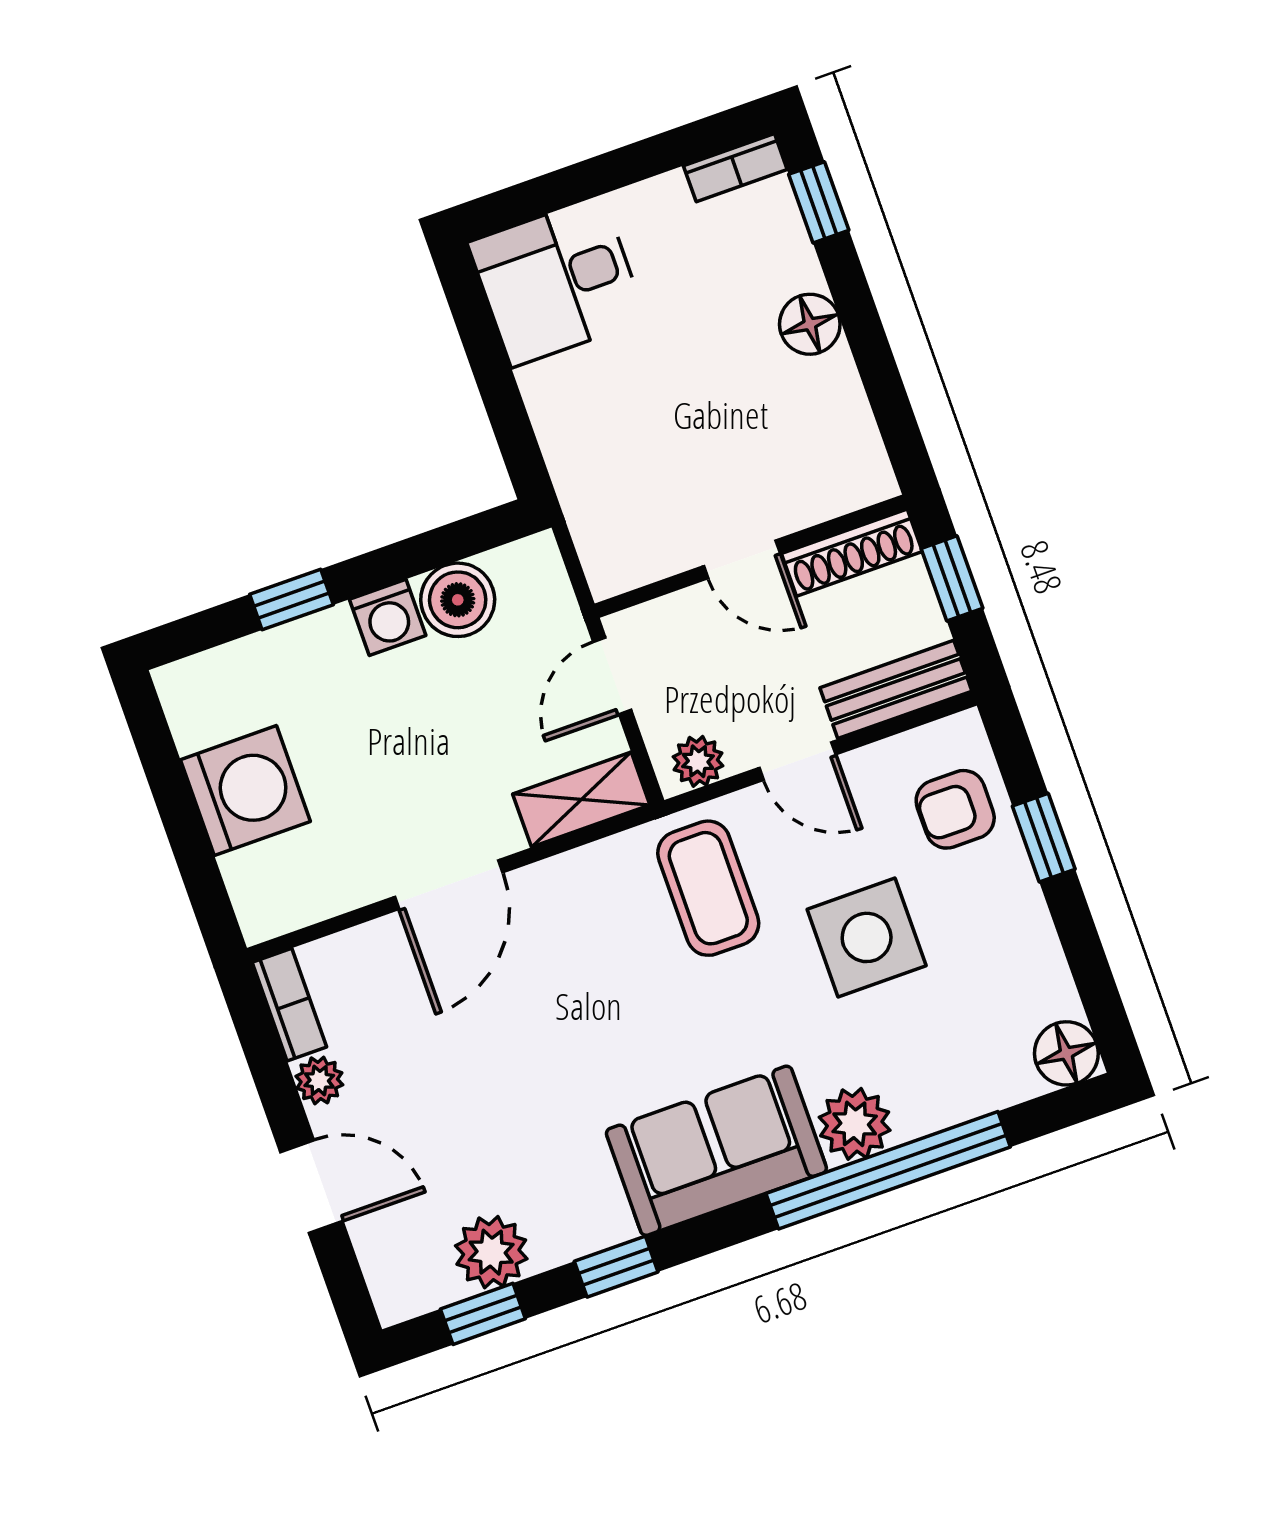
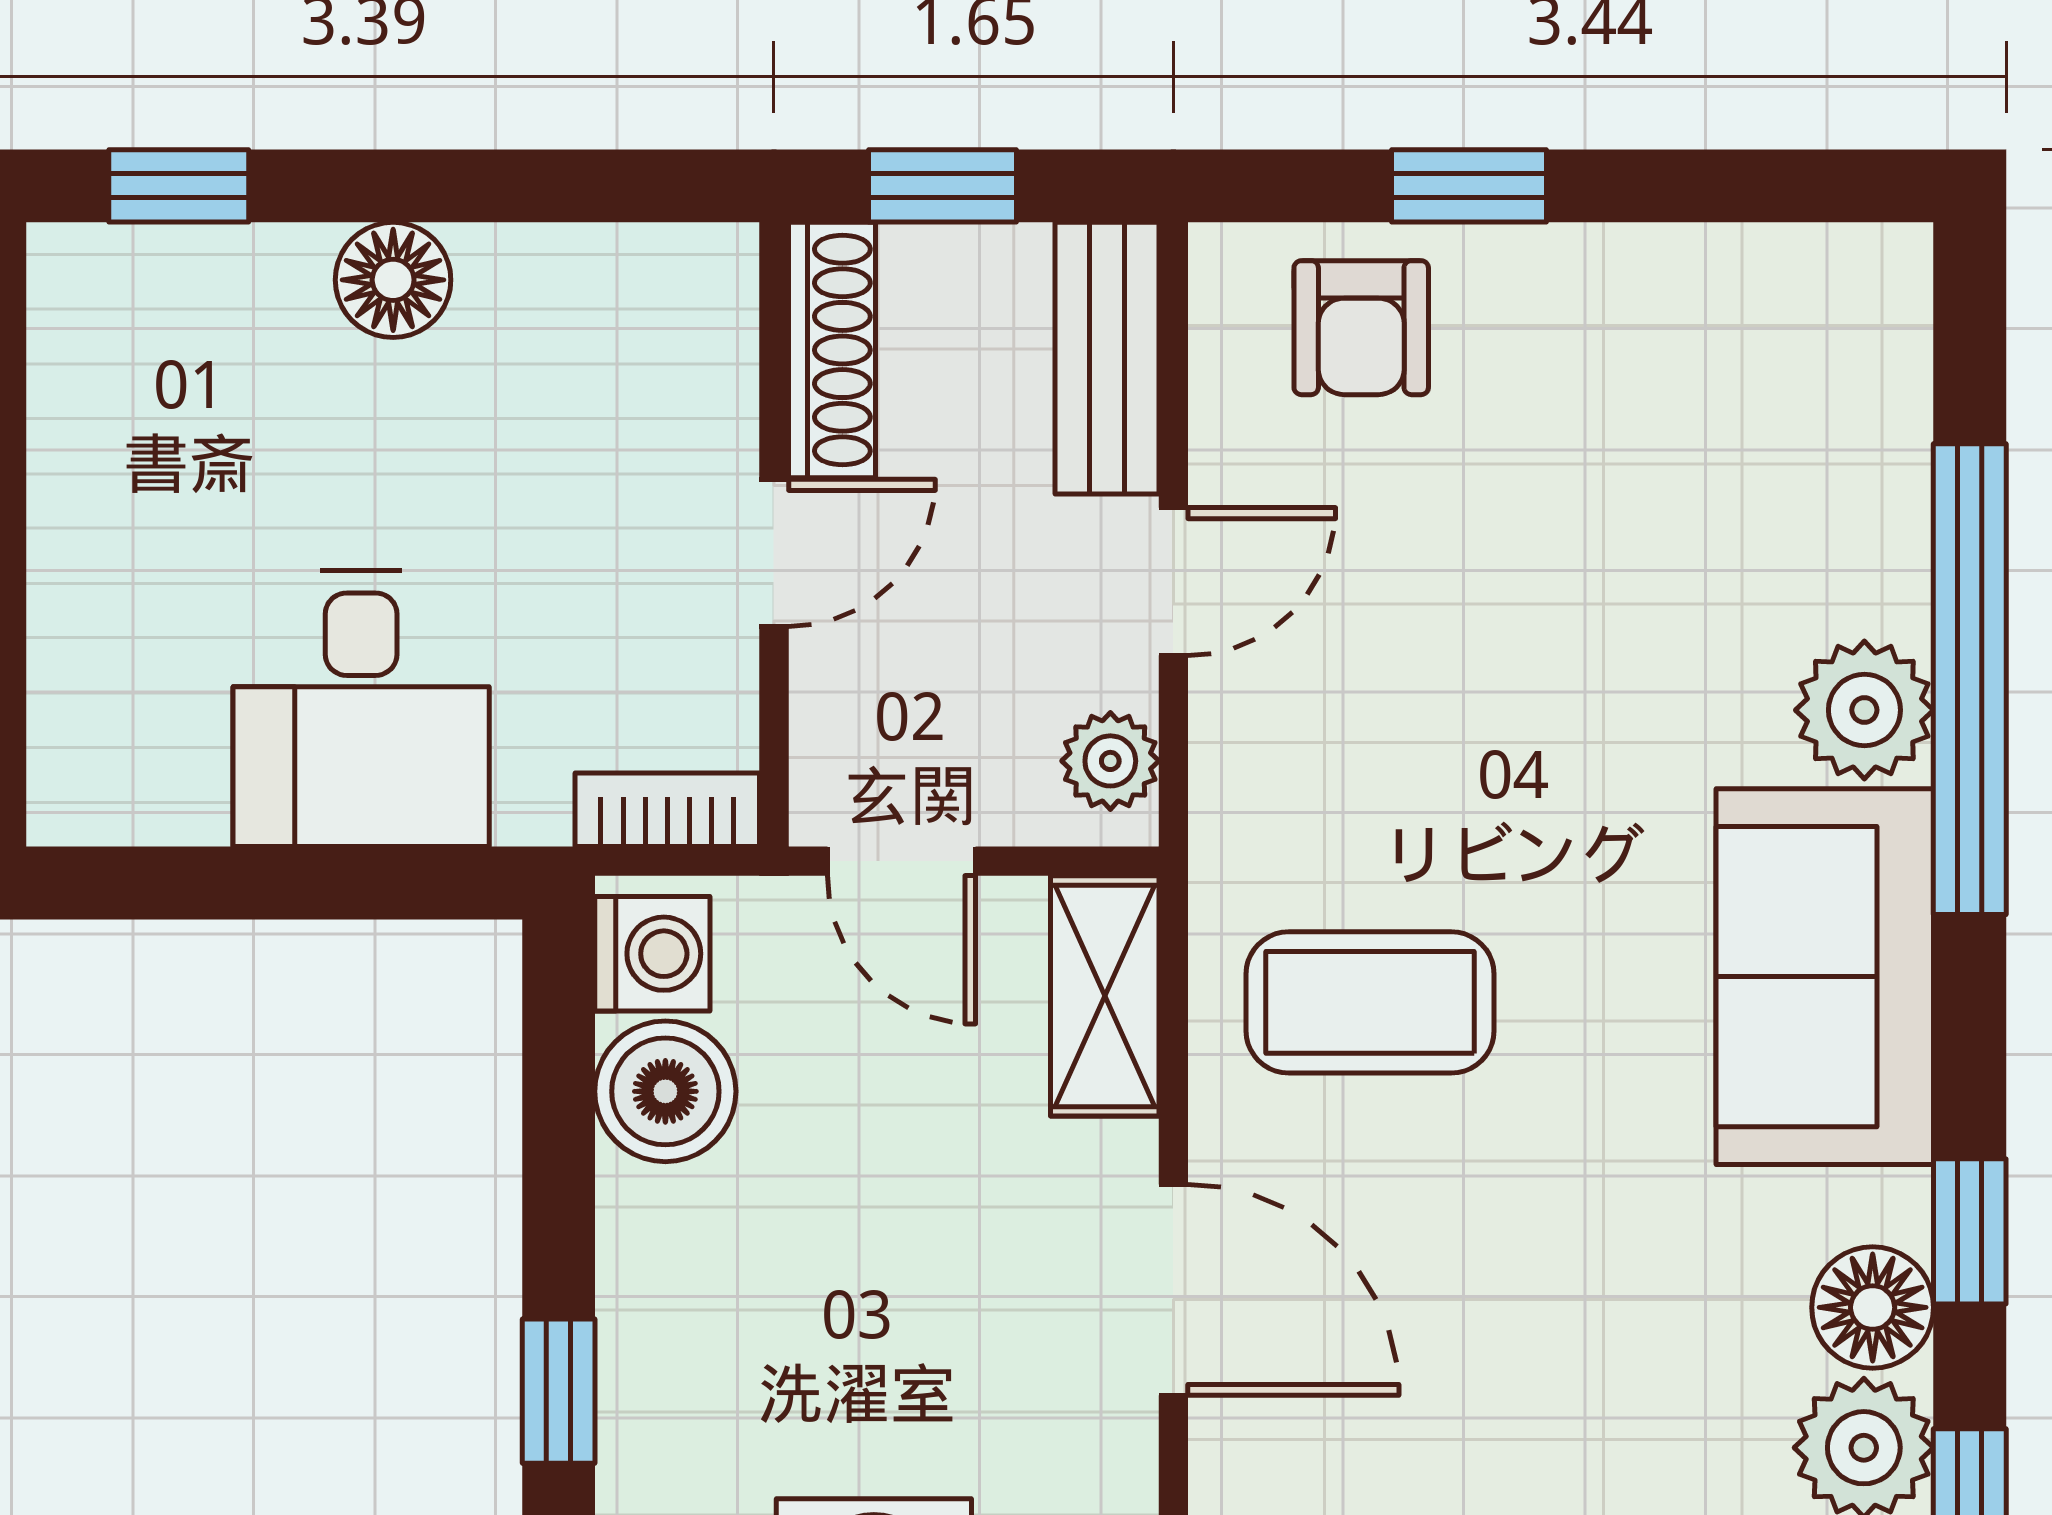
bookcase: (735, 168) -> (667, 810), moved, turned -90
desk: (557, 281) -> (361, 709), moved
washing machine: (388, 617) -> (652, 954), moved
coffee table: (708, 888) -> (1370, 1002), moved
side table: (867, 937) -> (1536, 569), removed
floor lamp: (1066, 1053) -> (1873, 1307), moved

